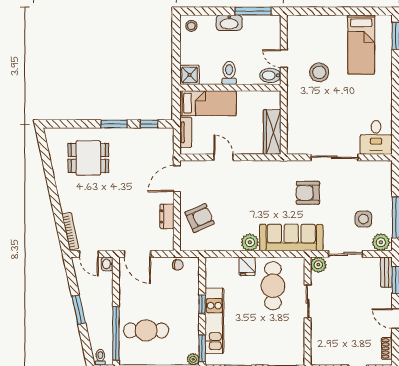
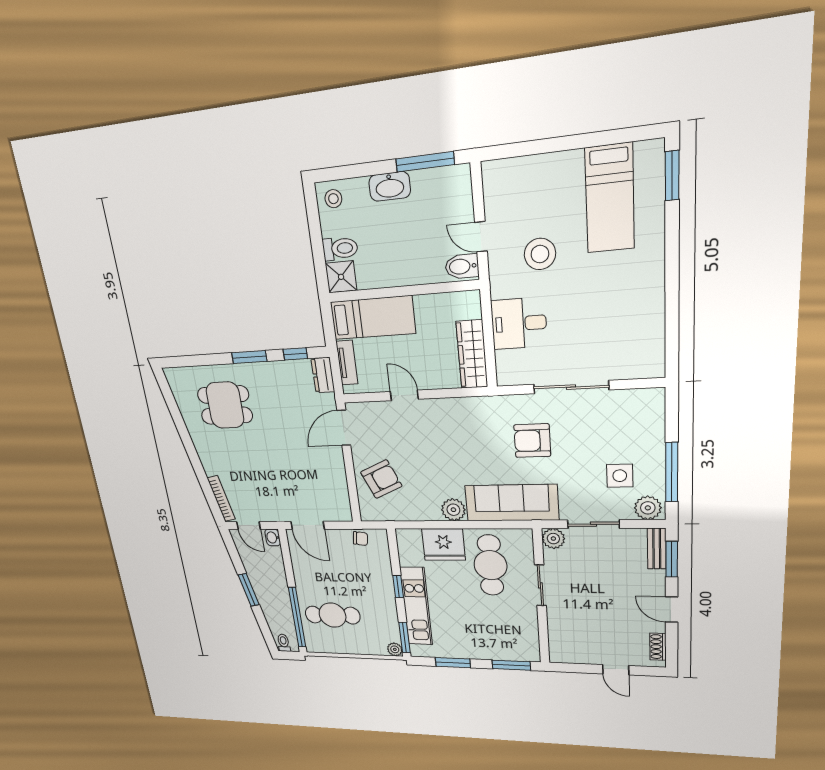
toilet: (229, 73) -> (340, 249), moved, turned 90
desk: (376, 137) -> (519, 324), moved, turned 90
dresser: (167, 216) -> (323, 375), moved
fridge: (247, 266) -> (444, 545), width x1.88, depth x1.34

